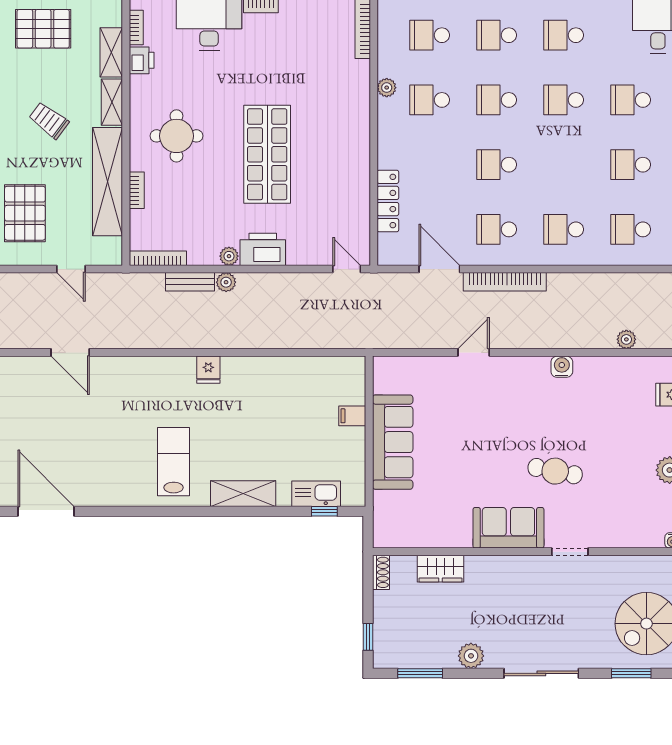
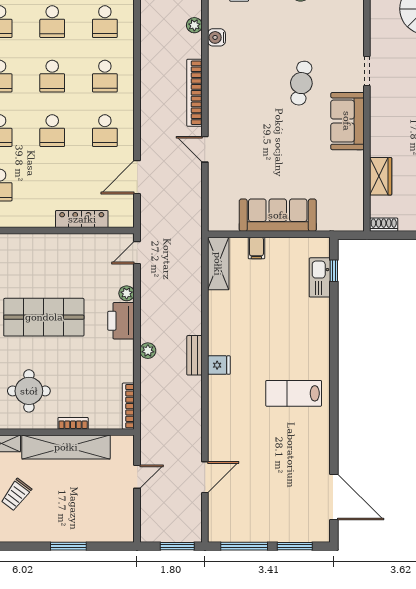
school desk: (564, 165) -> (52, 76), added
pallet: (25, 213) -> (92, 514), removed
plant: (229, 256) -> (127, 293), moved
bench: (190, 282) -> (194, 355), moved
bookcase: (505, 282) -> (194, 93), moved, turned 180
water cooler: (562, 367) -> (216, 37), moved
shelving: (243, 494) -> (218, 264), moved
door: (46, 511) -> (334, 497), swing flipped

